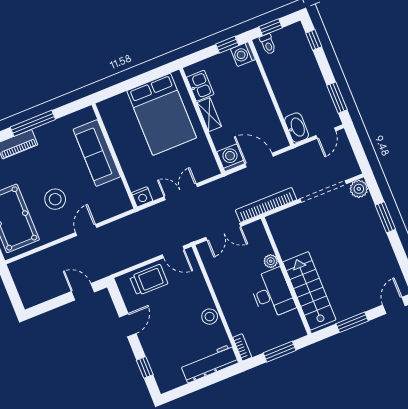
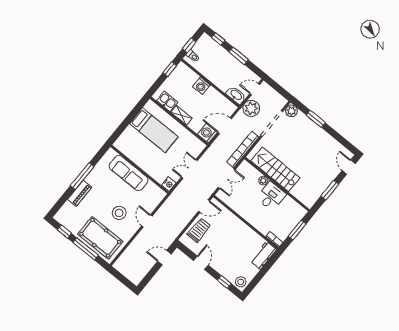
washing machine: (243, 54) -> (201, 86), moved
window: (337, 98) -> (239, 56), moved
bed: (162, 114) -> (154, 130), width x0.67
door: (326, 133) -> (255, 89), swing flipped
plant: (307, 156) -> (251, 108), added
stairs: (309, 291) -> (275, 169), moved
desk: (272, 293) -> (271, 196), width x0.73
stool: (210, 317) -> (241, 282), moved
workbench: (209, 363) -> (263, 255), width x0.73

